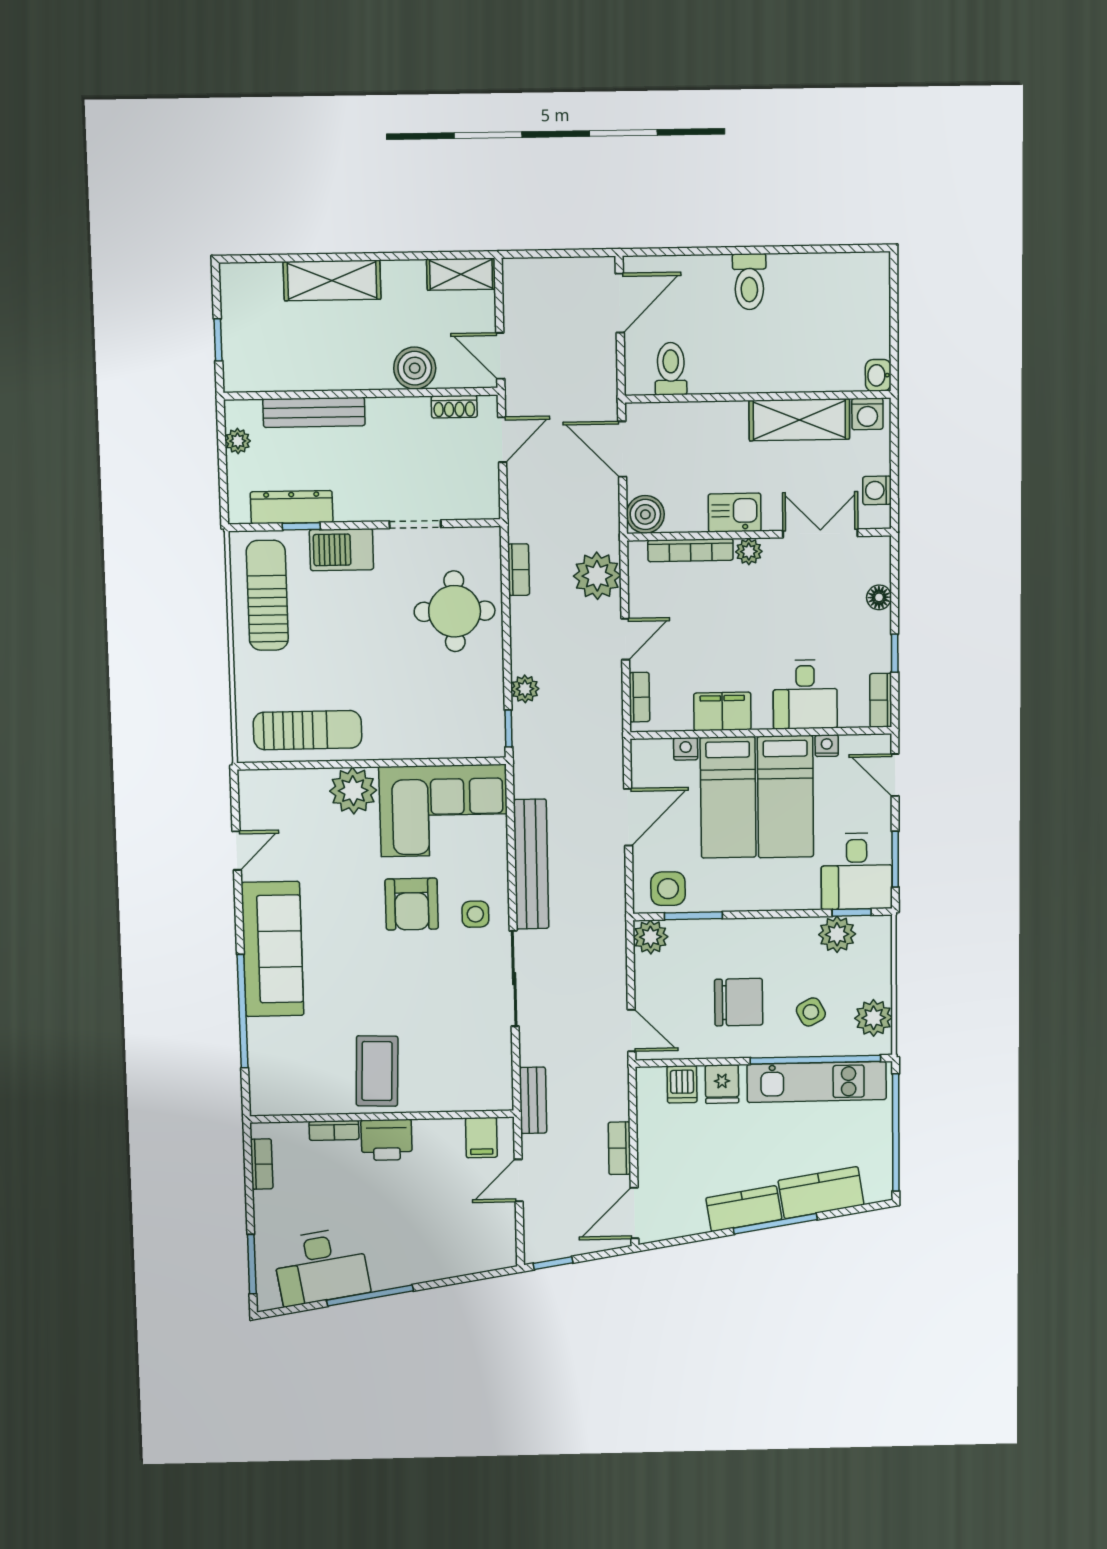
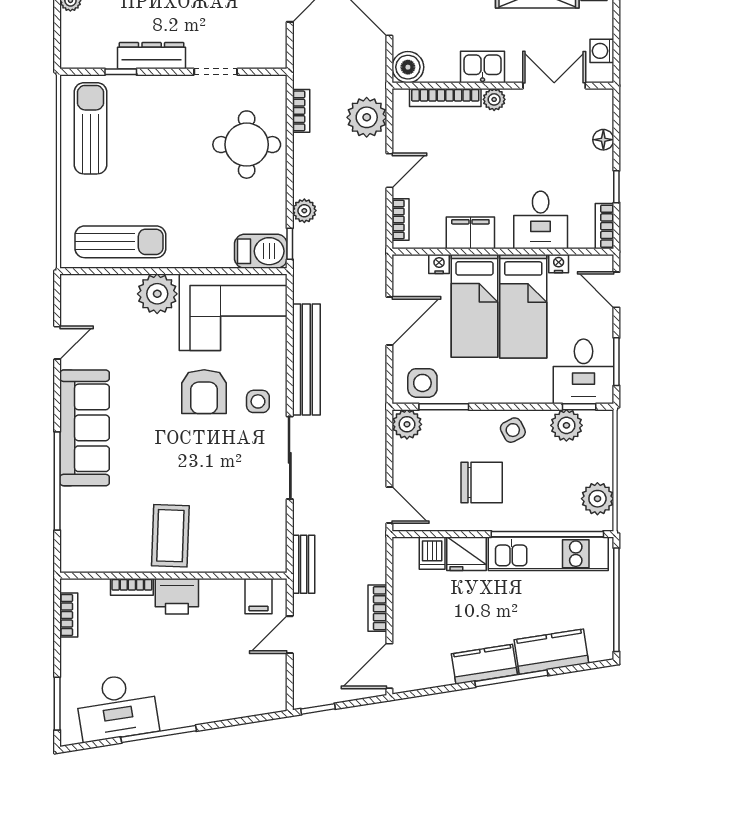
dresser: (292, 507) -> (152, 56), moved
barbecue: (341, 550) -> (261, 251), moved, turned 180
side table: (811, 1012) -> (513, 430), moved
fridge: (722, 1084) -> (467, 554), width x1.38

